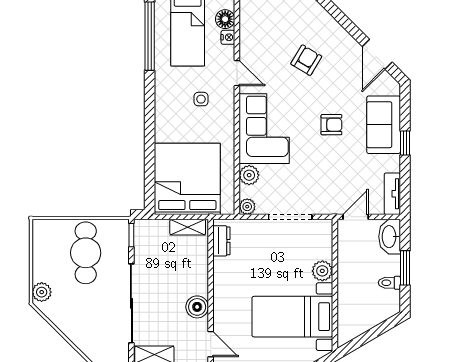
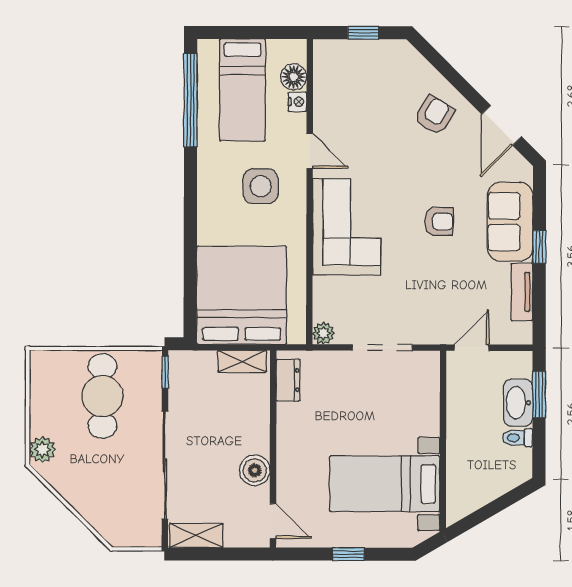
armchair: (306, 60) -> (434, 115), moved
side table: (201, 99) -> (261, 186), width x1.87, depth x1.87
plant: (249, 175) -> (326, 290), removed
tv unit: (392, 194) -> (522, 292), moved
washbasin: (390, 237) -> (518, 403), moved
window: (405, 268) -> (539, 395), moved
plant: (322, 271) -> (426, 421), removed

